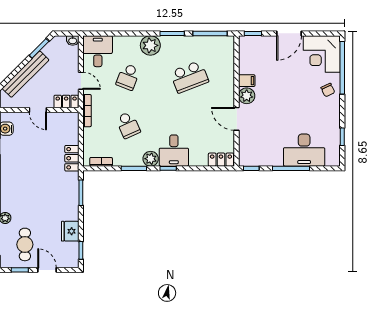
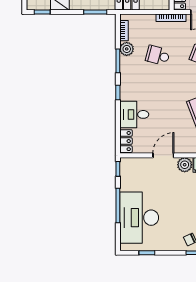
school desk: (128, 125) -> (158, 55), turned 39
desk: (304, 150) -> (139, 218), width x1.36, depth x1.30
desk: (174, 151) -> (134, 114), moved
plant: (151, 159) -> (127, 49), moved

